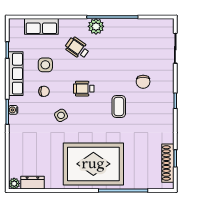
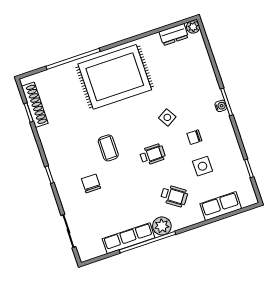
row of seats: (16, 74) -> (129, 238), moved, turned 90

